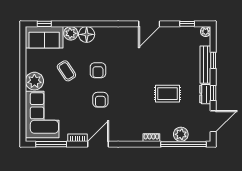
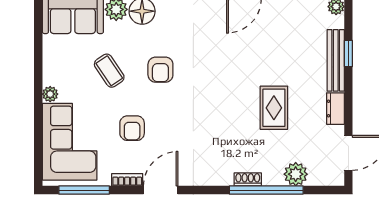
plant: (34, 81) -> (50, 94), width x0.53, depth x0.53
window: (213, 93) -> (348, 107), removed
rug: (167, 94) -> (274, 108), turned 90
armchair: (100, 100) -> (132, 128), moved
window: (183, 144) -> (266, 190), moved

